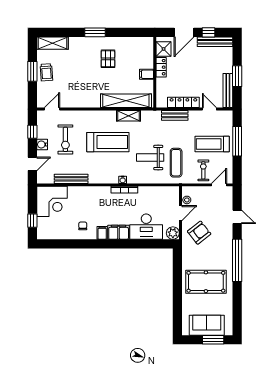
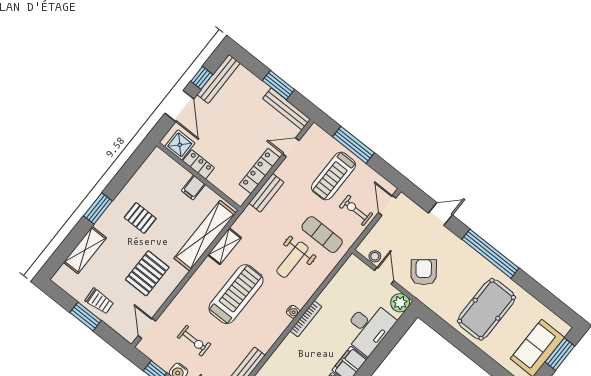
shelving: (53, 43) -> (85, 250), moved
pallet: (81, 86) -> (147, 273), added
exercise bike: (65, 139) -> (194, 341), width x0.73, depth x0.72

